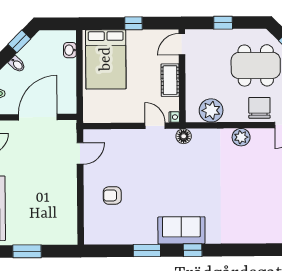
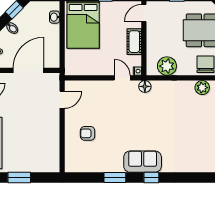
plant: (241, 137) -> (202, 88), moved

